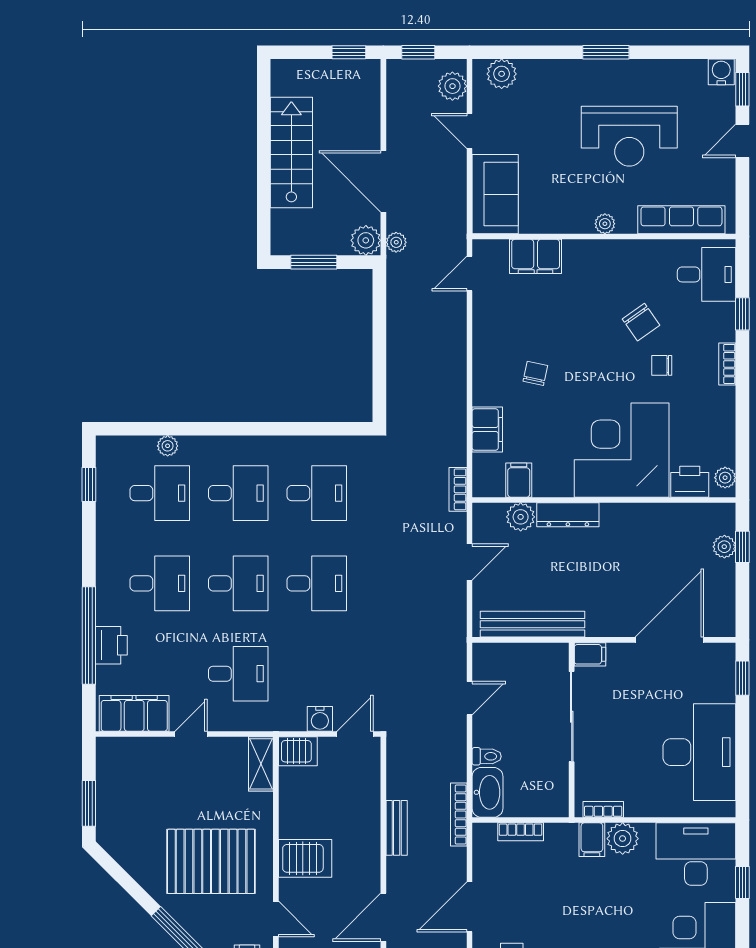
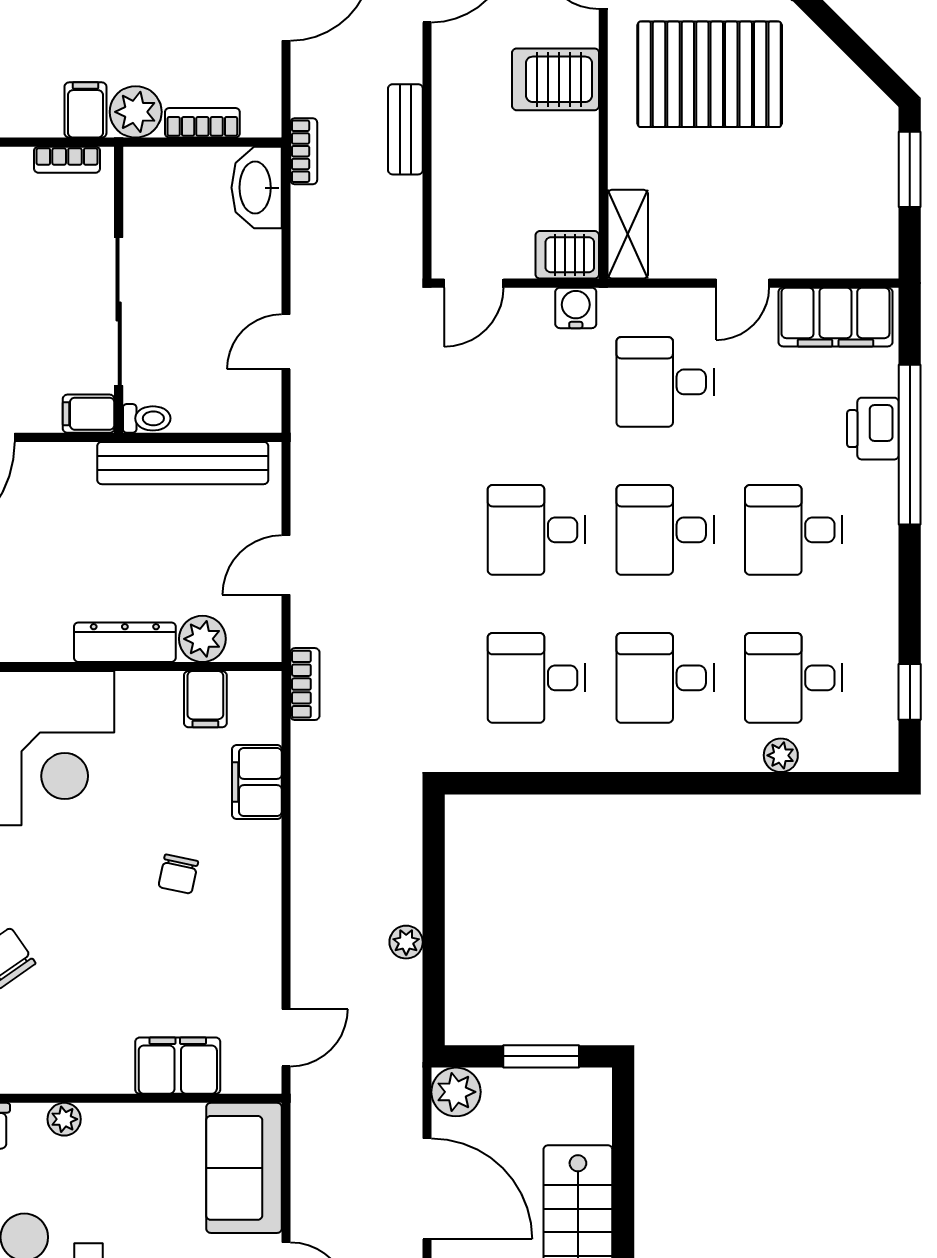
plant: (396, 242) -> (406, 942), moved
water cooler: (320, 719) -> (576, 308), moved
toilet: (487, 756) -> (147, 418), moved, turned 180
bookcase: (459, 814) -> (304, 151), width x0.64
plant: (623, 839) -> (136, 112), moved

